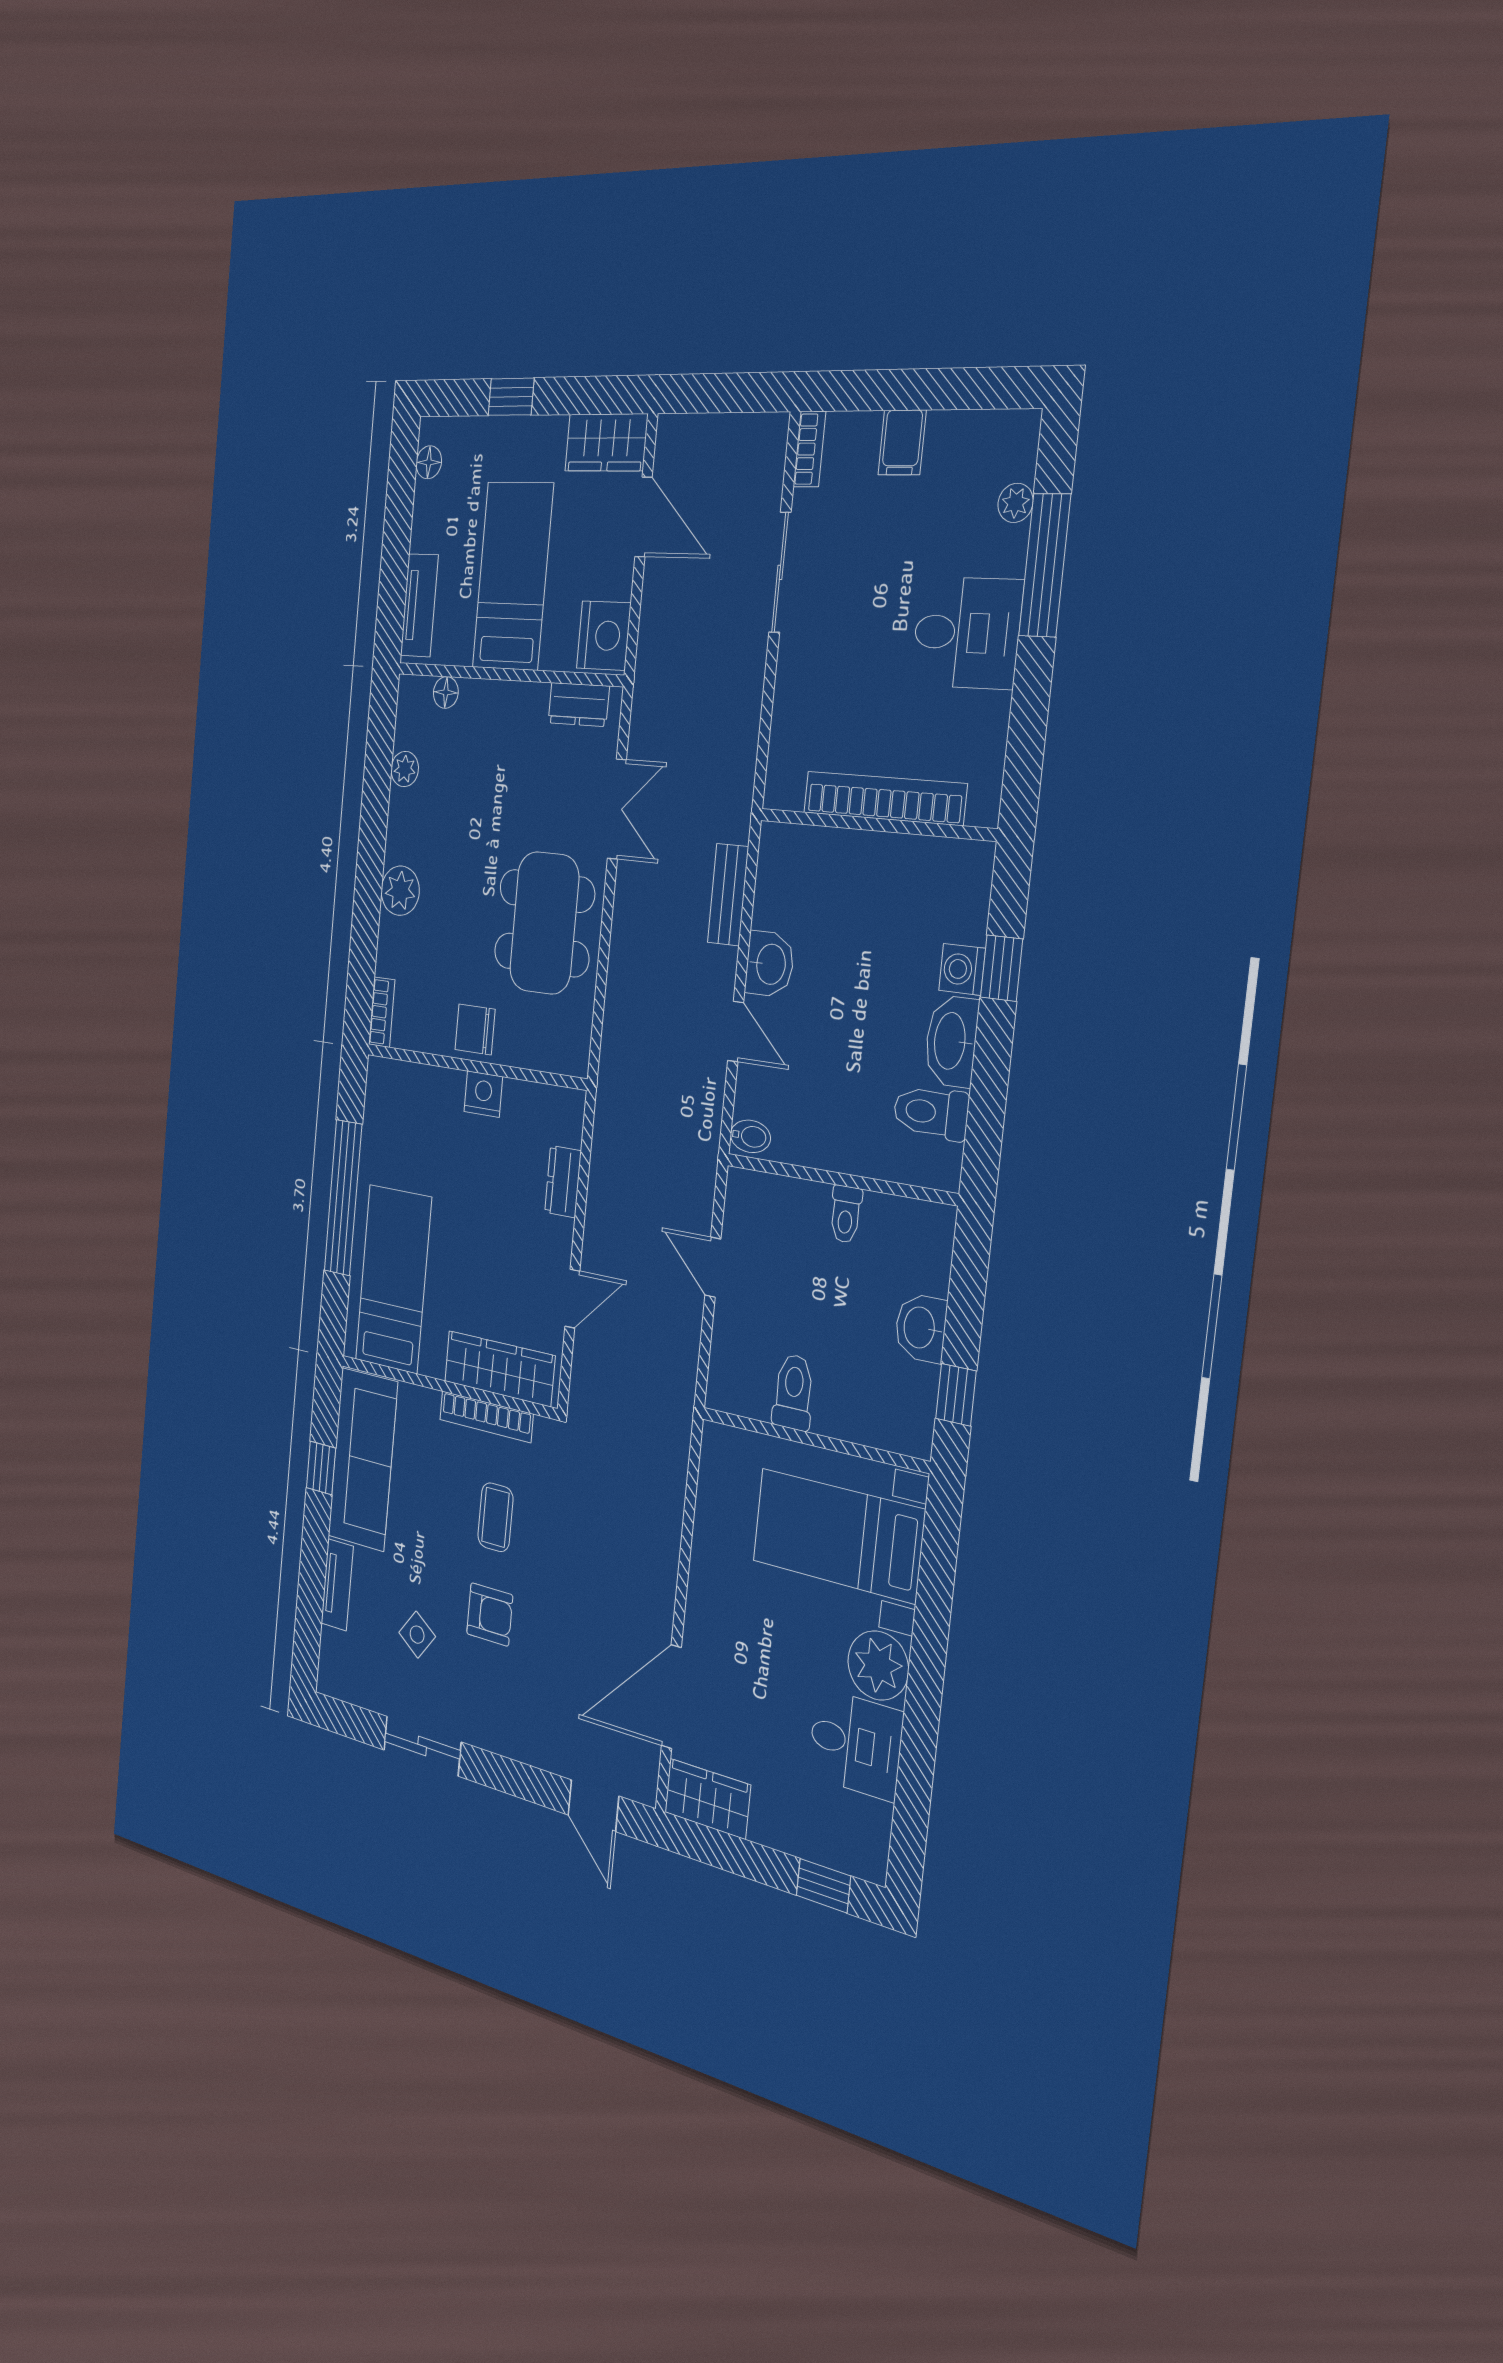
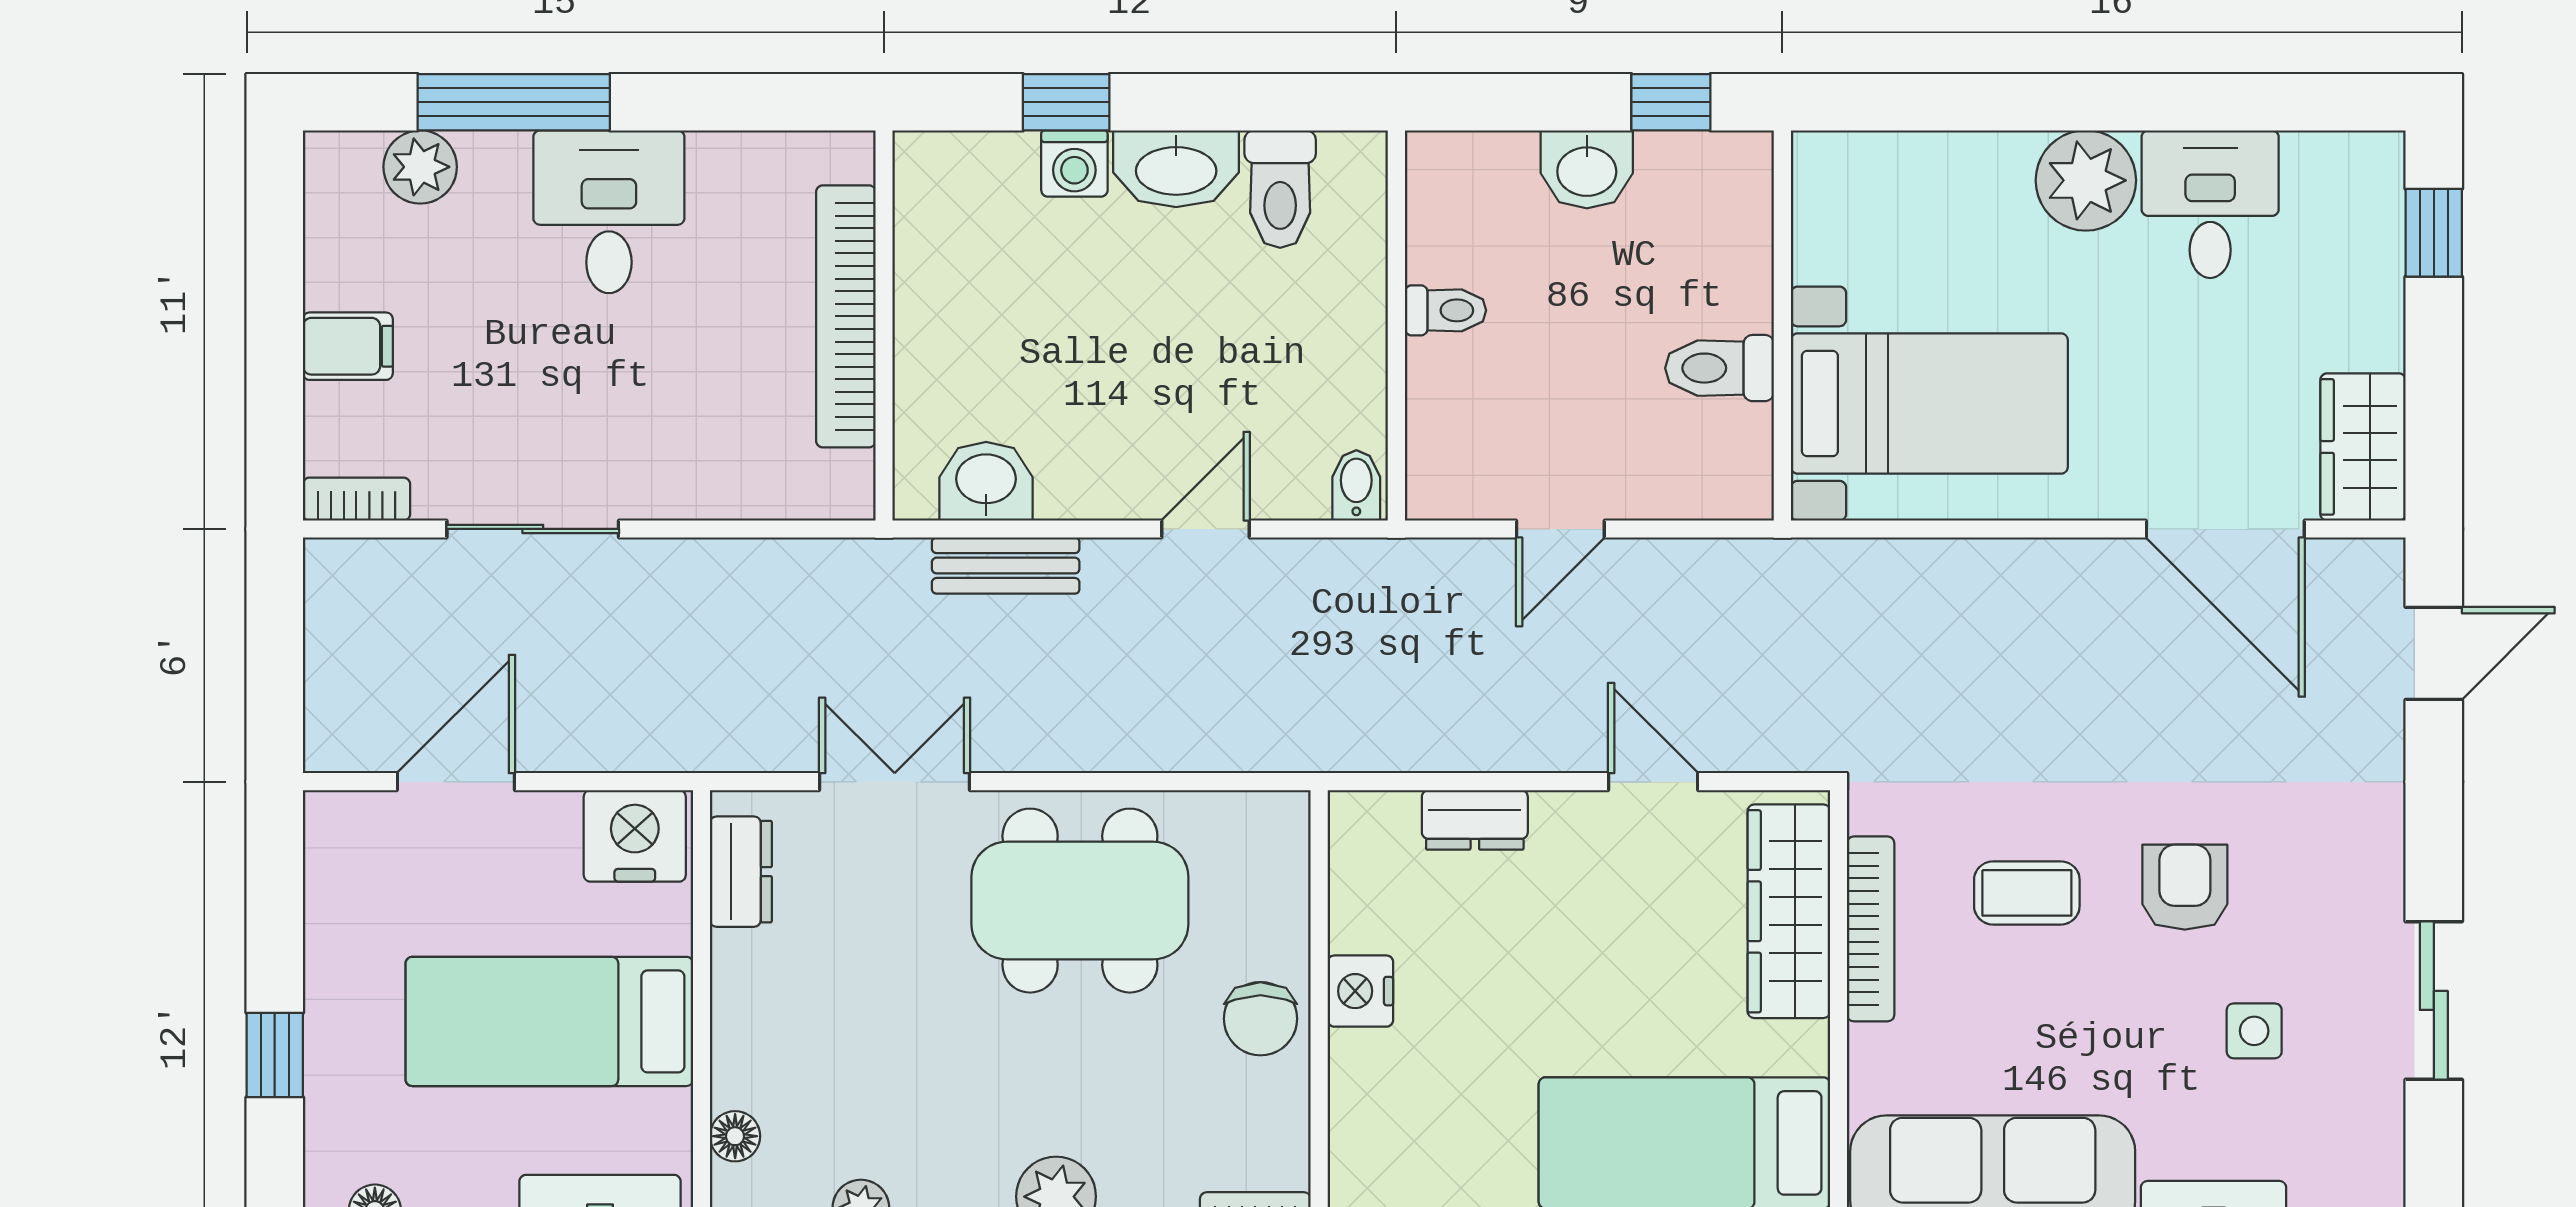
wardrobe: (606, 442) -> (345, 864), removed
plant: (1016, 503) -> (420, 167), width x1.38, depth x1.38
washbasin: (770, 964) -> (986, 481), moved
bed with nightstands: (838, 1535) -> (1929, 404), moved, turned -90
side table: (417, 1635) -> (2254, 1031), turned -36

